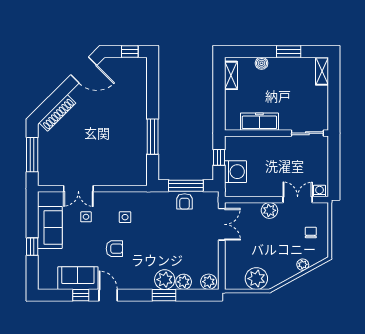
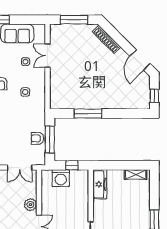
boiler: (262, 63) -> (145, 198), removed
freezer: (259, 122) -> (100, 184), moved

